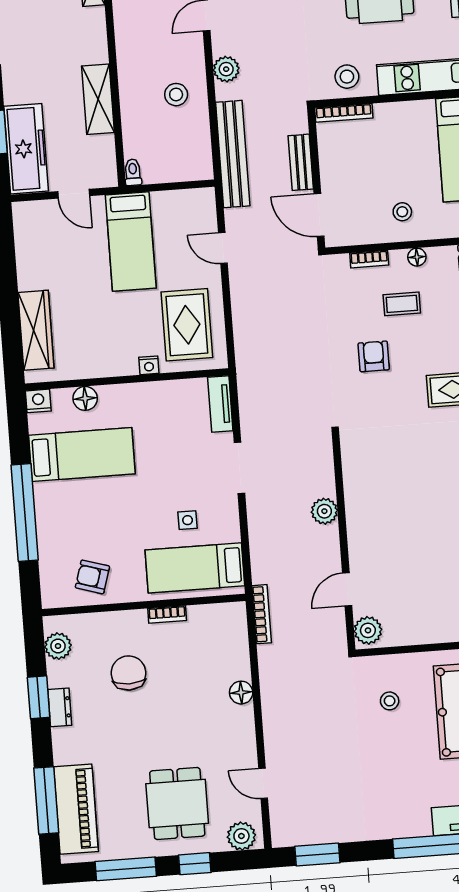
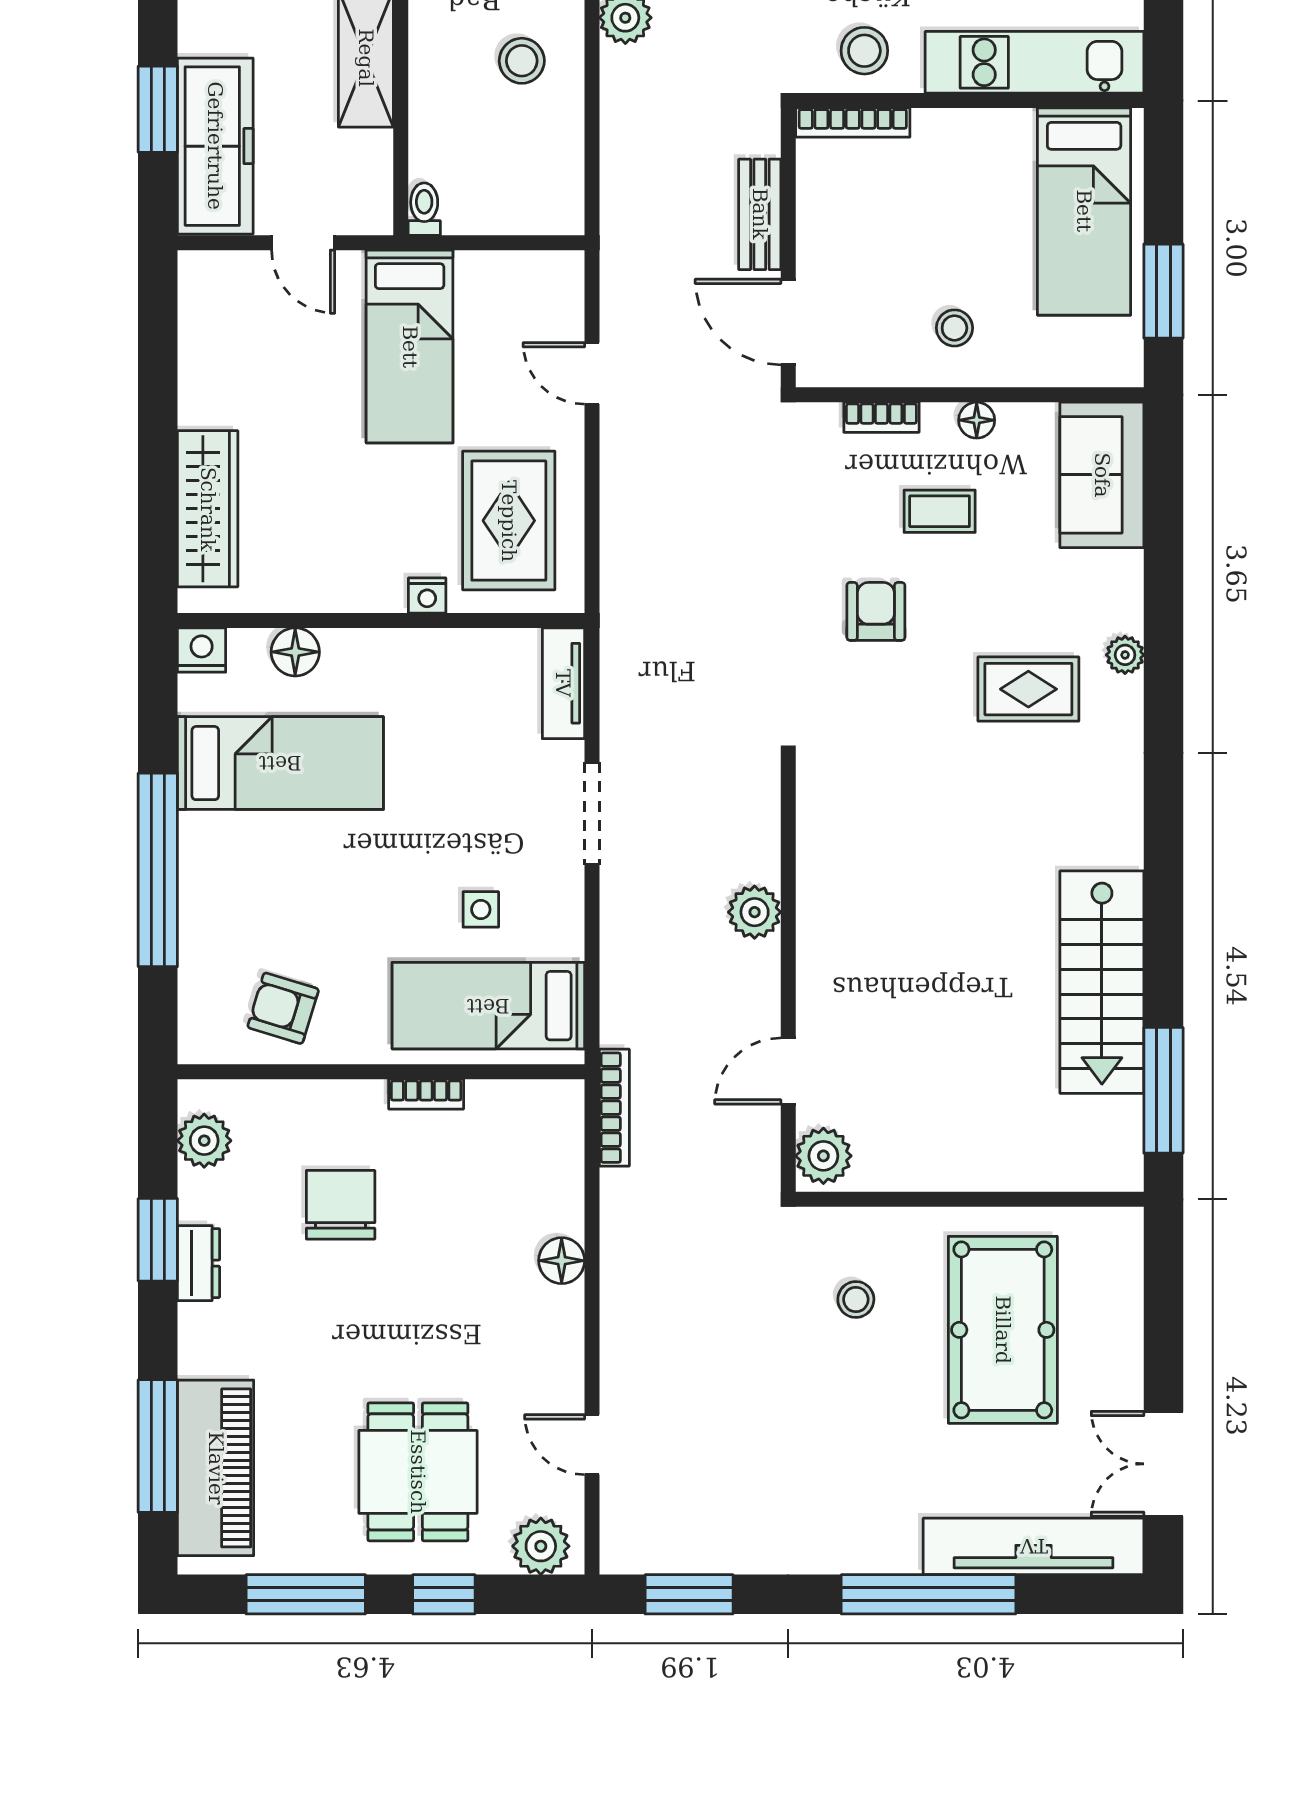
bench: (233, 154) -> (626, 188), removed

